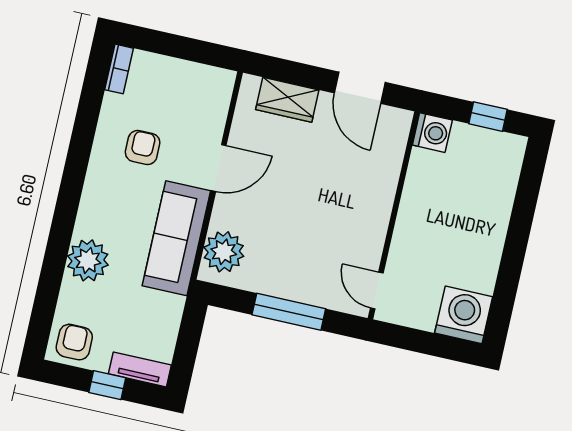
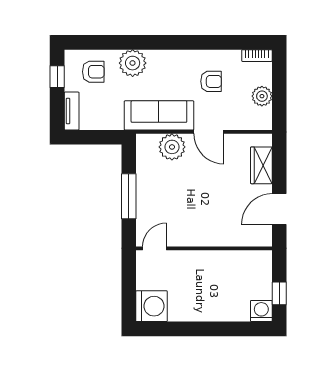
plant: (182, 75) -> (262, 96), added
washing machine: (432, 133) -> (261, 311), moved, turned 180
plant: (224, 252) -> (172, 147), moved
armchair: (74, 342) -> (93, 72), moved
window: (107, 385) -> (57, 77), moved

